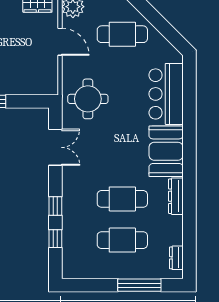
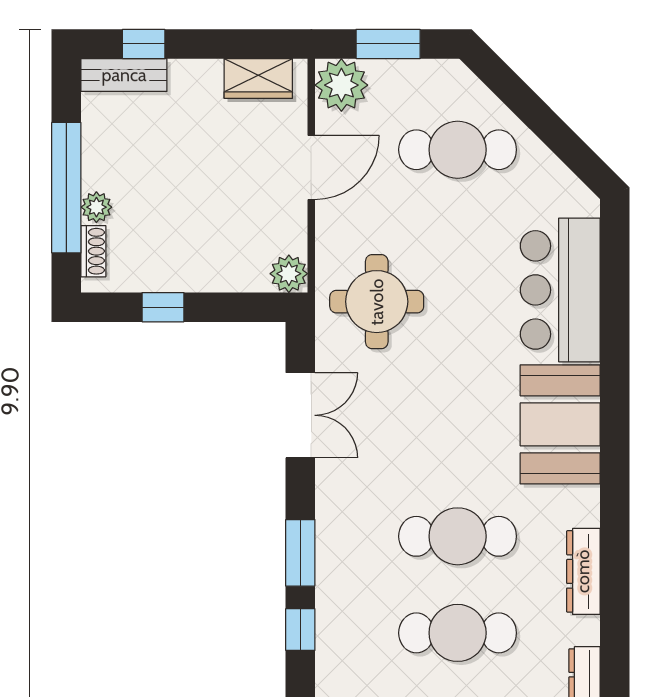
door: (60, 42) -> (311, 167), hinge flipped
plant: (50, 87) -> (289, 274), added
dresser: (176, 196) -> (583, 571), moved
window: (55, 206) -> (300, 553), width x1.50

